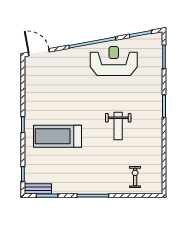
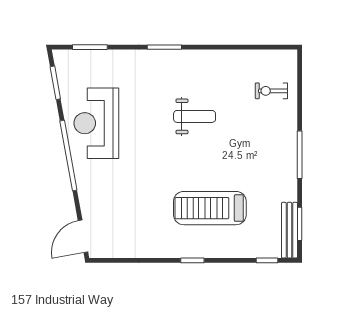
treadmill: (57, 136) -> (210, 208), turned 90
bench: (38, 189) -> (289, 230), width x1.36

